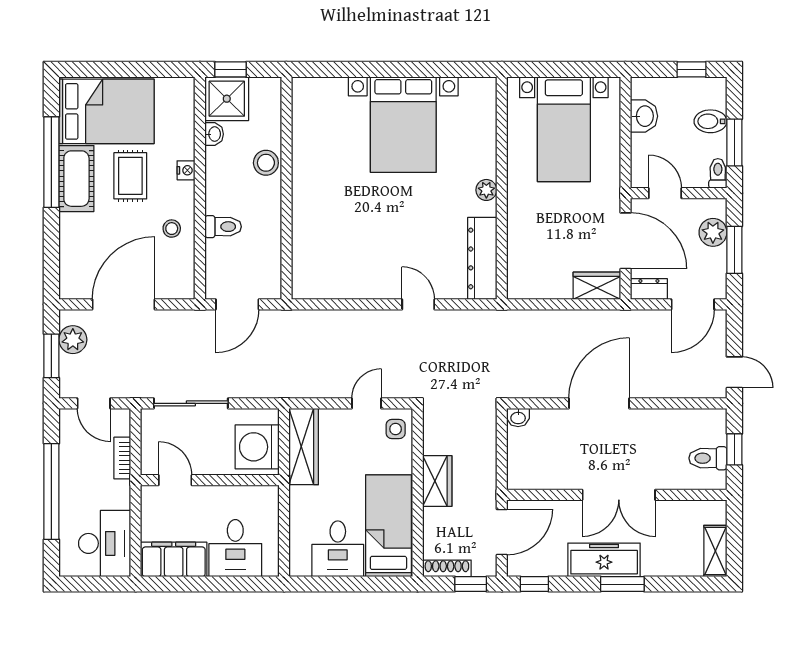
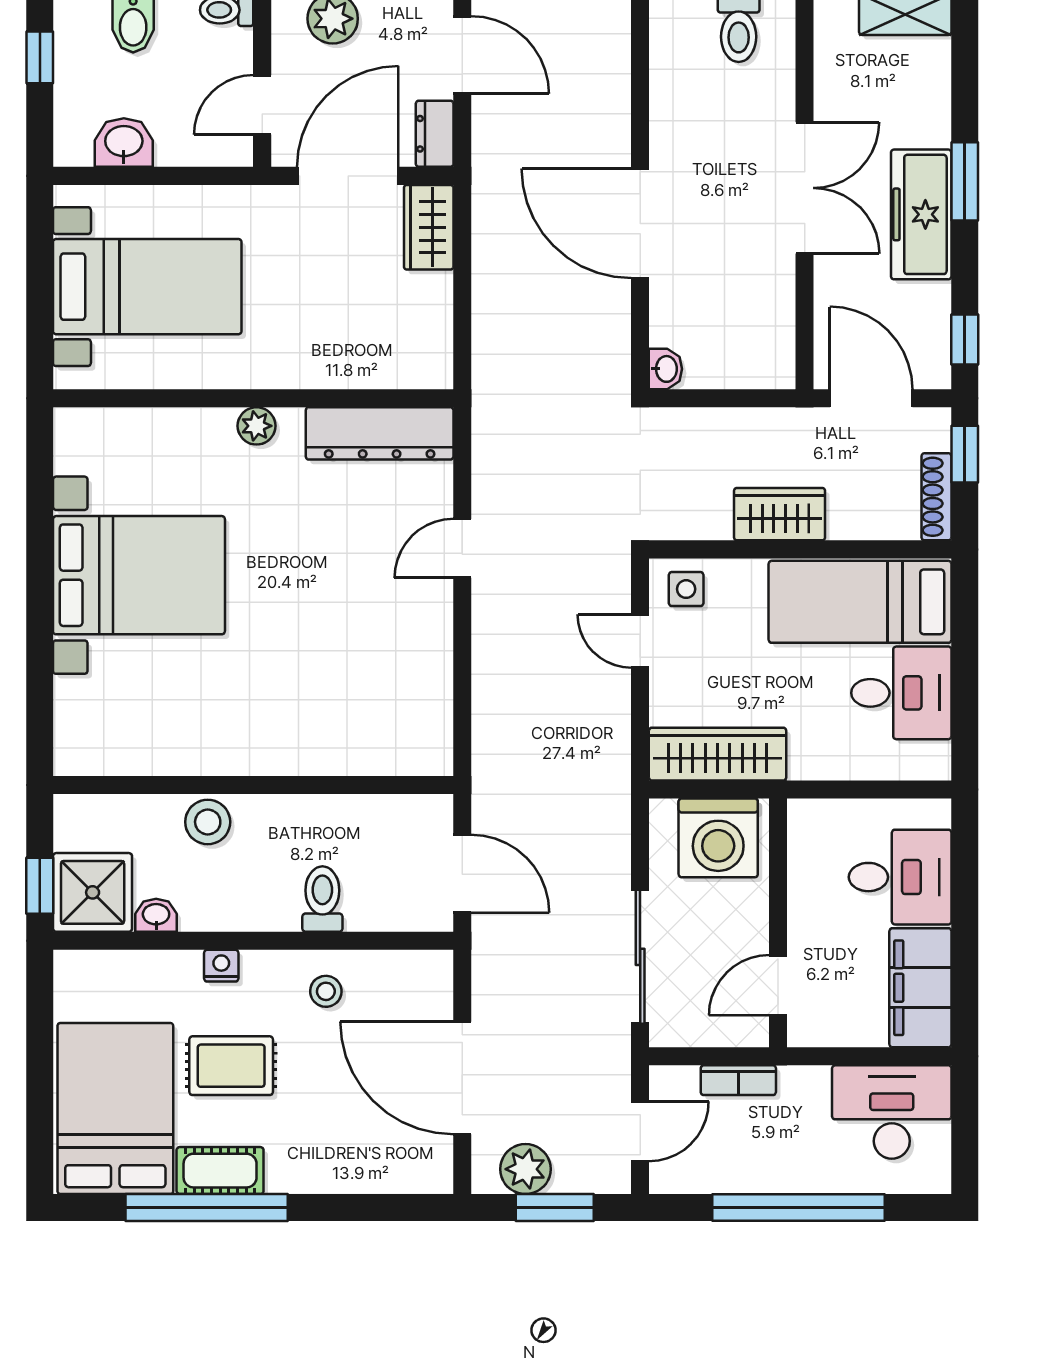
cot: (76, 179) -> (220, 1171), width x0.73, depth x0.75

